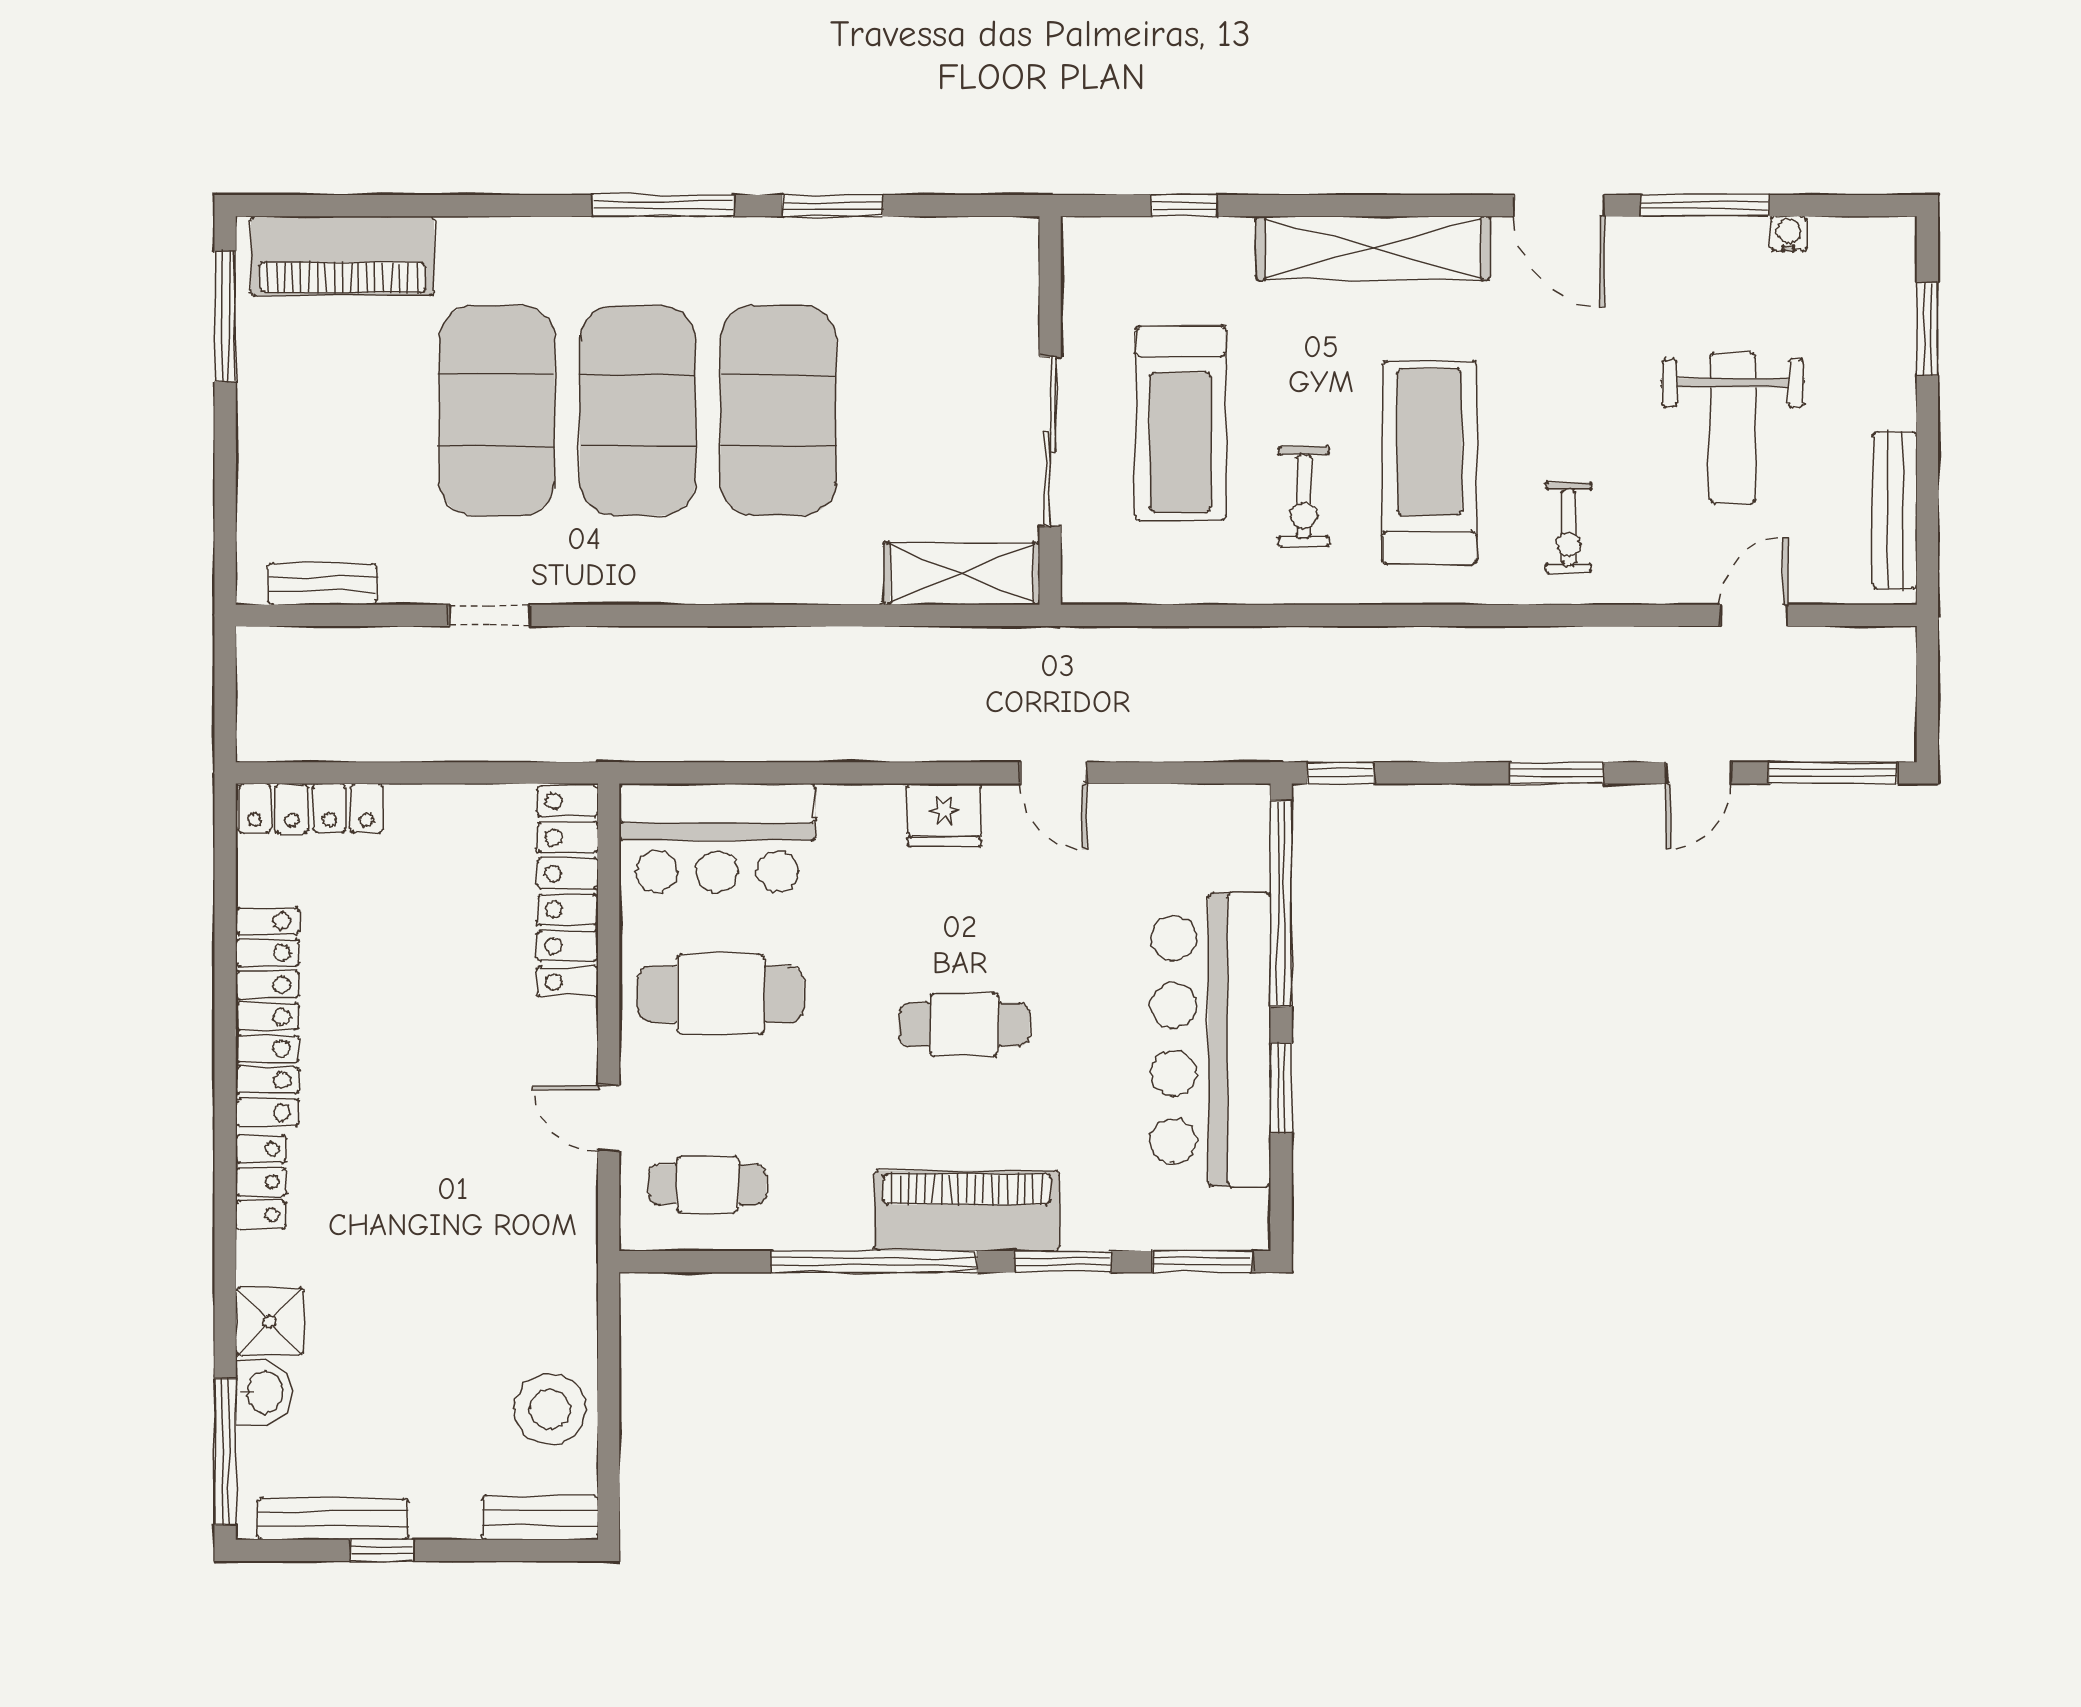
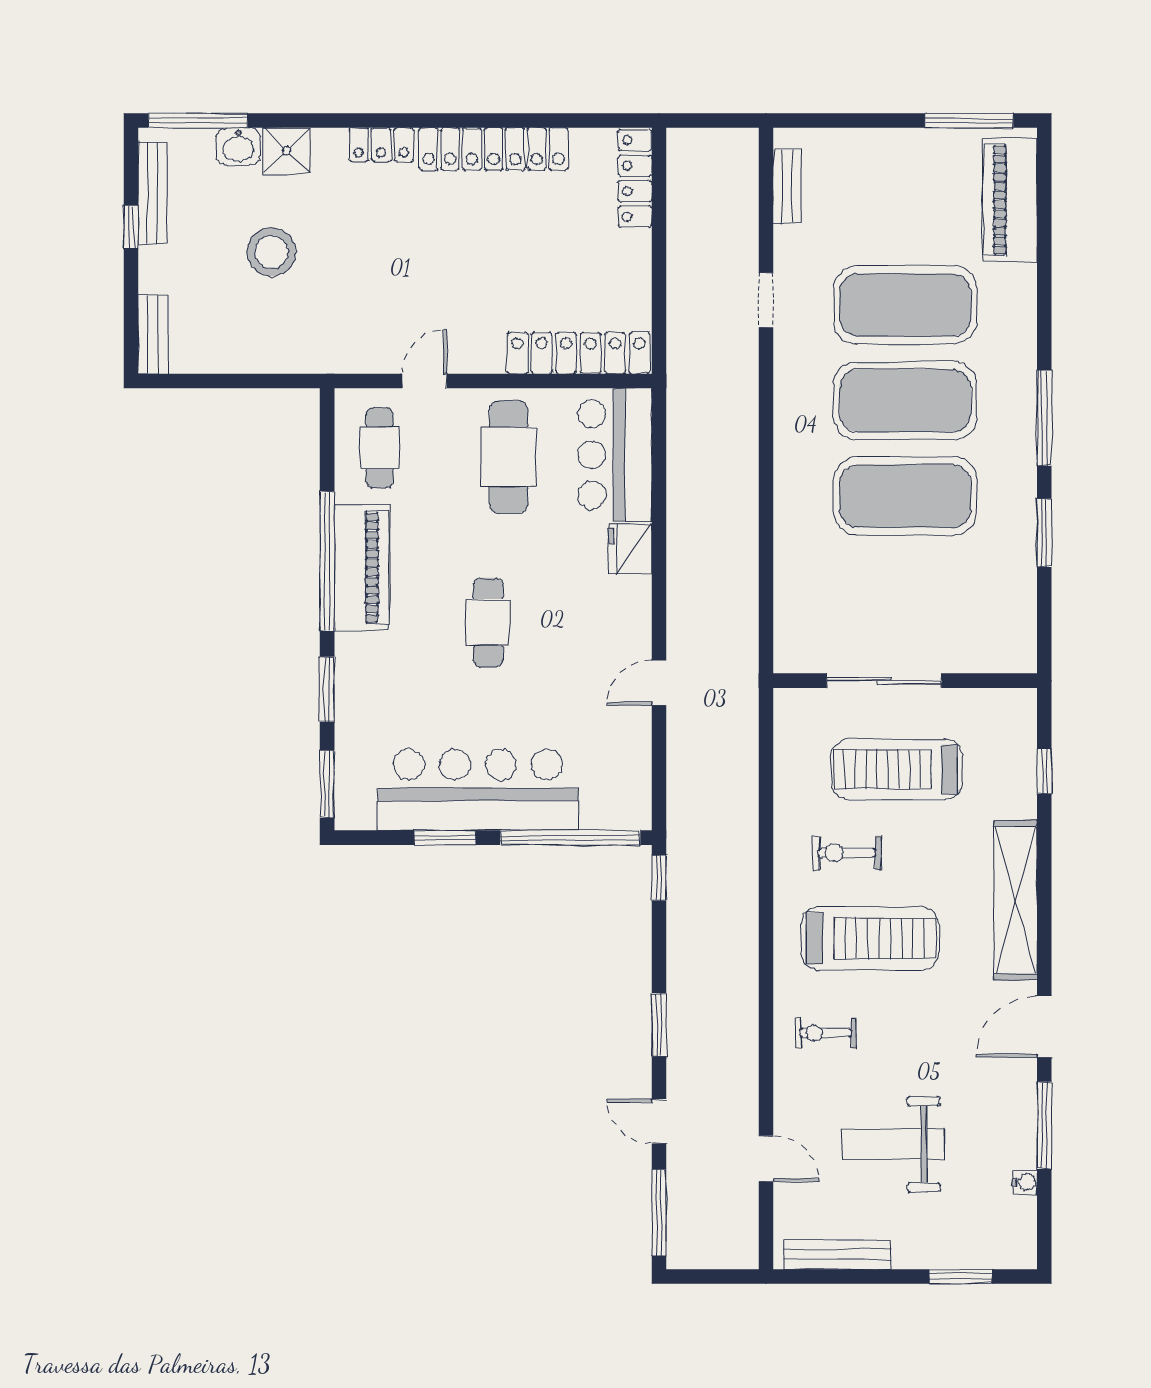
shelving: (962, 574) -> (794, 621), removed
fridge: (944, 815) -> (630, 549), moved
piano: (967, 1211) -> (362, 568), moved
stool: (550, 1410) -> (271, 252), moved

